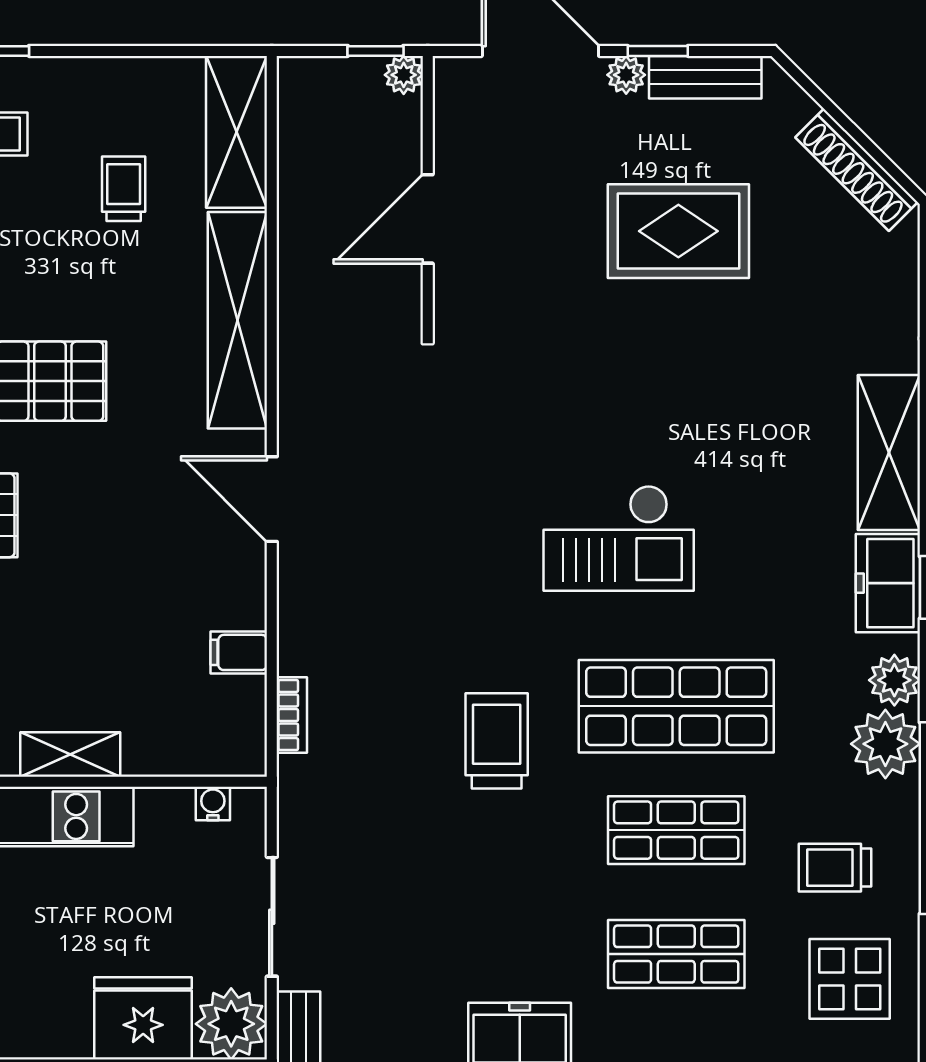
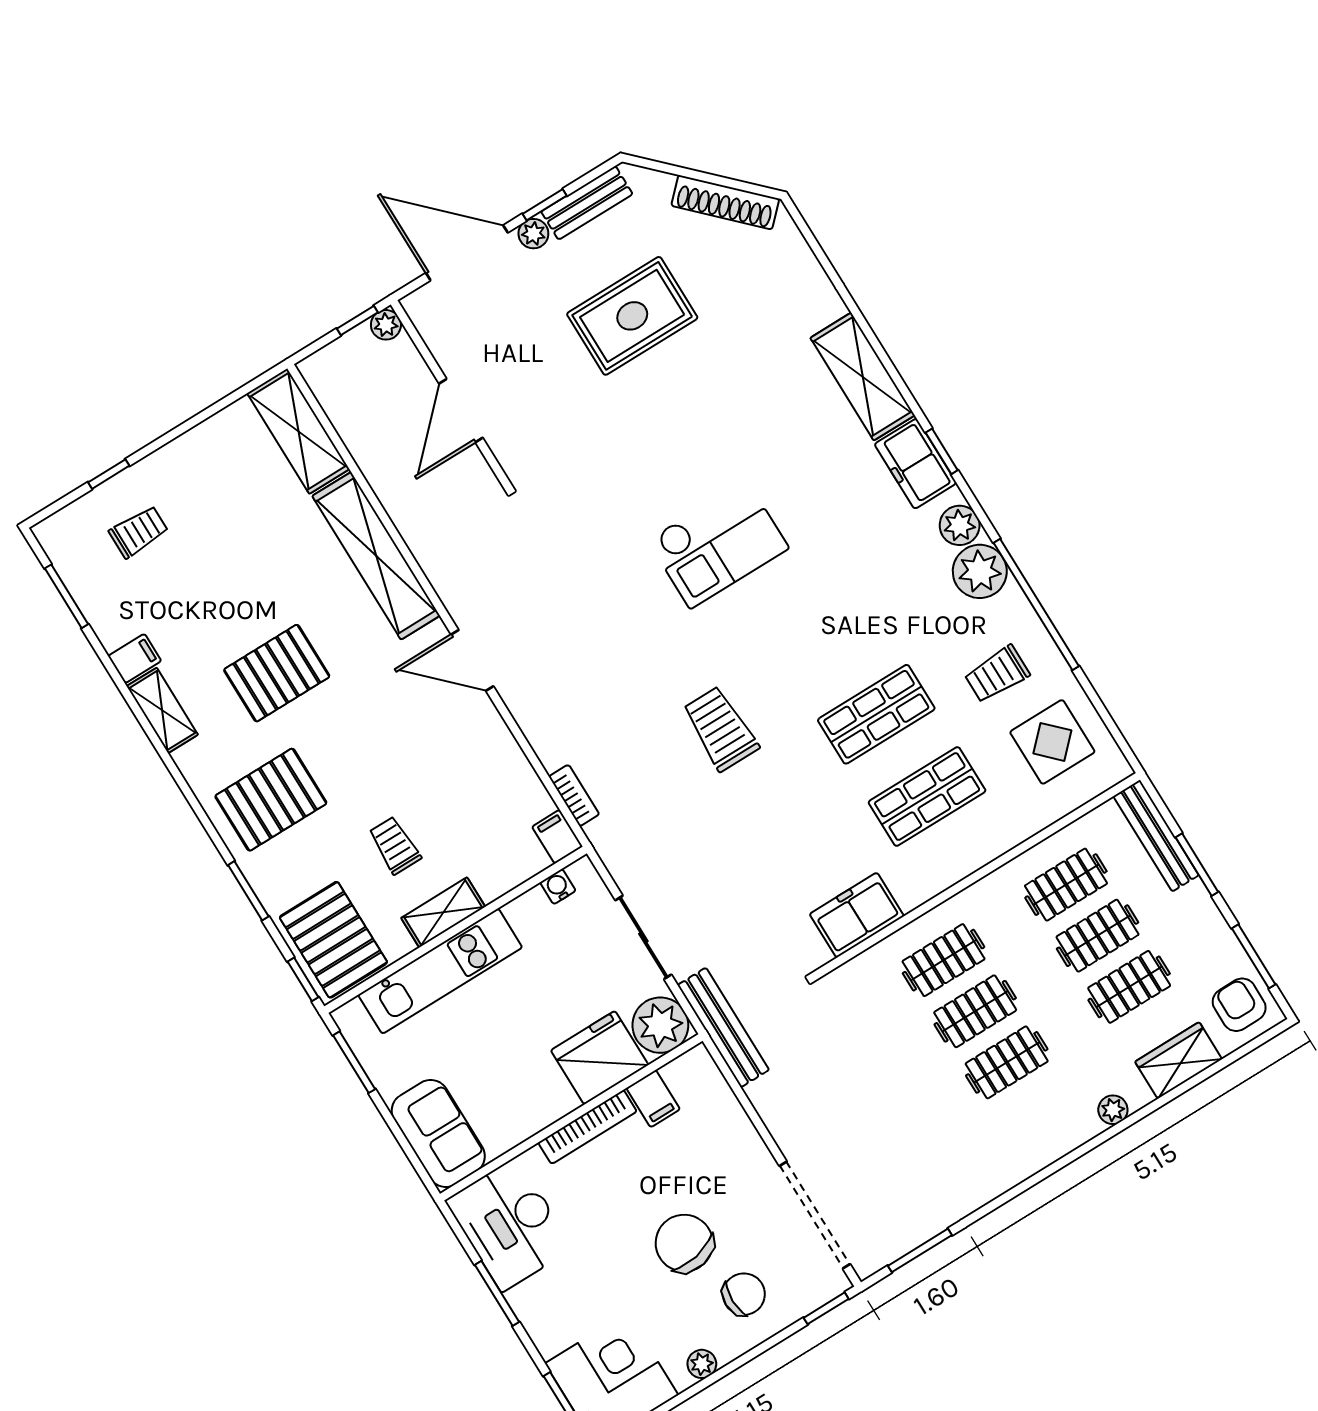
trolley: (124, 189) -> (395, 845), moved
filing cabinet: (239, 652) -> (557, 837), moved, turned 90
shop shelf: (676, 706) -> (825, 632), removed

